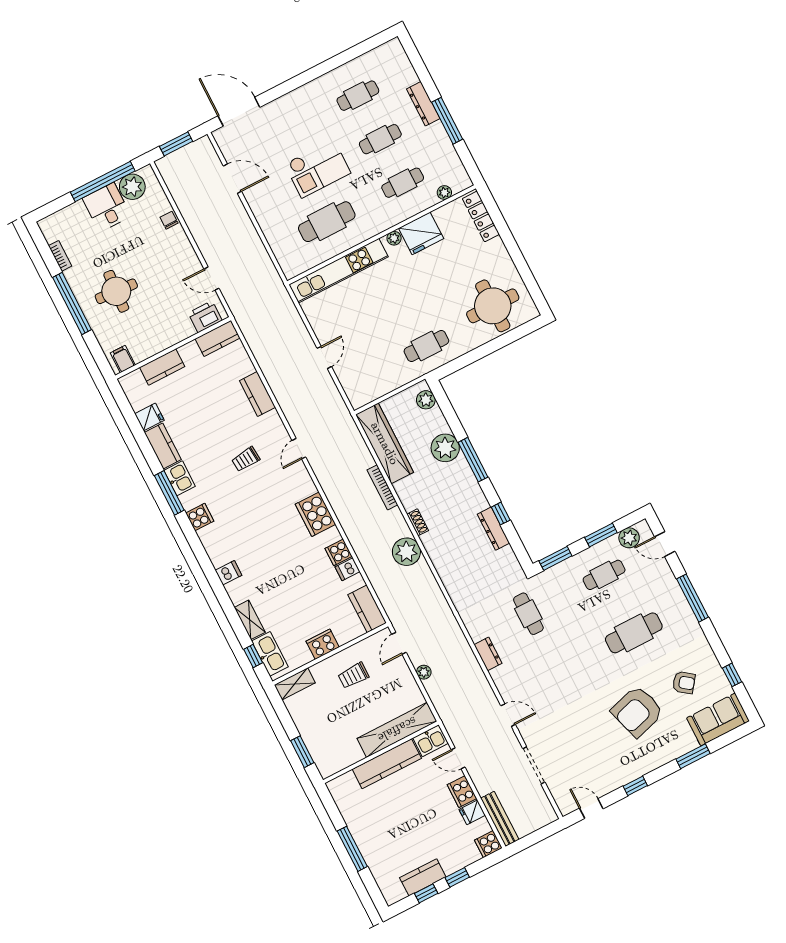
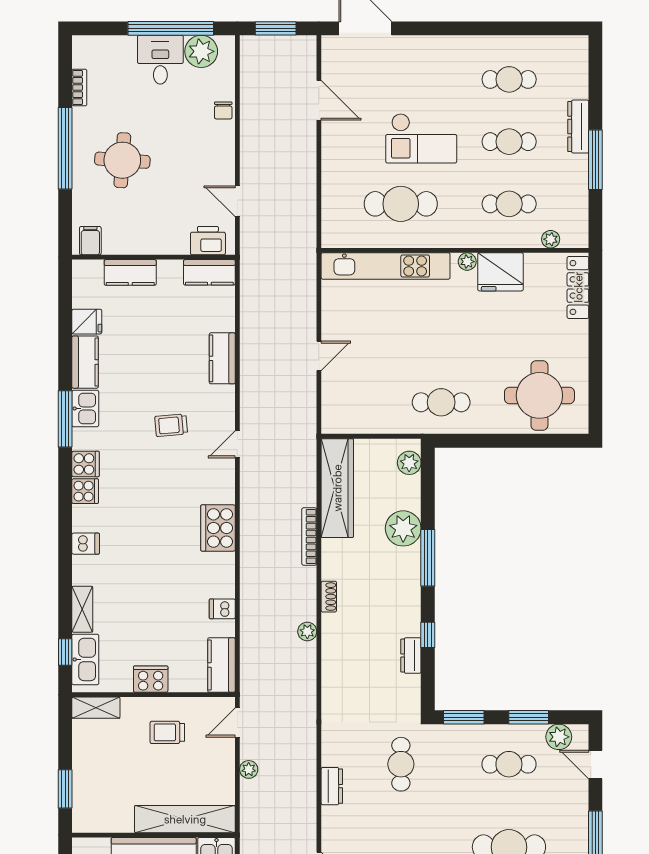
chair: (169, 220) -> (223, 110), turned 180
dresser: (493, 529) -> (411, 656), width x0.70
cooker: (339, 552) -> (85, 491), moved, turned 180
plant: (406, 552) -> (307, 632), width x0.53, depth x0.53

